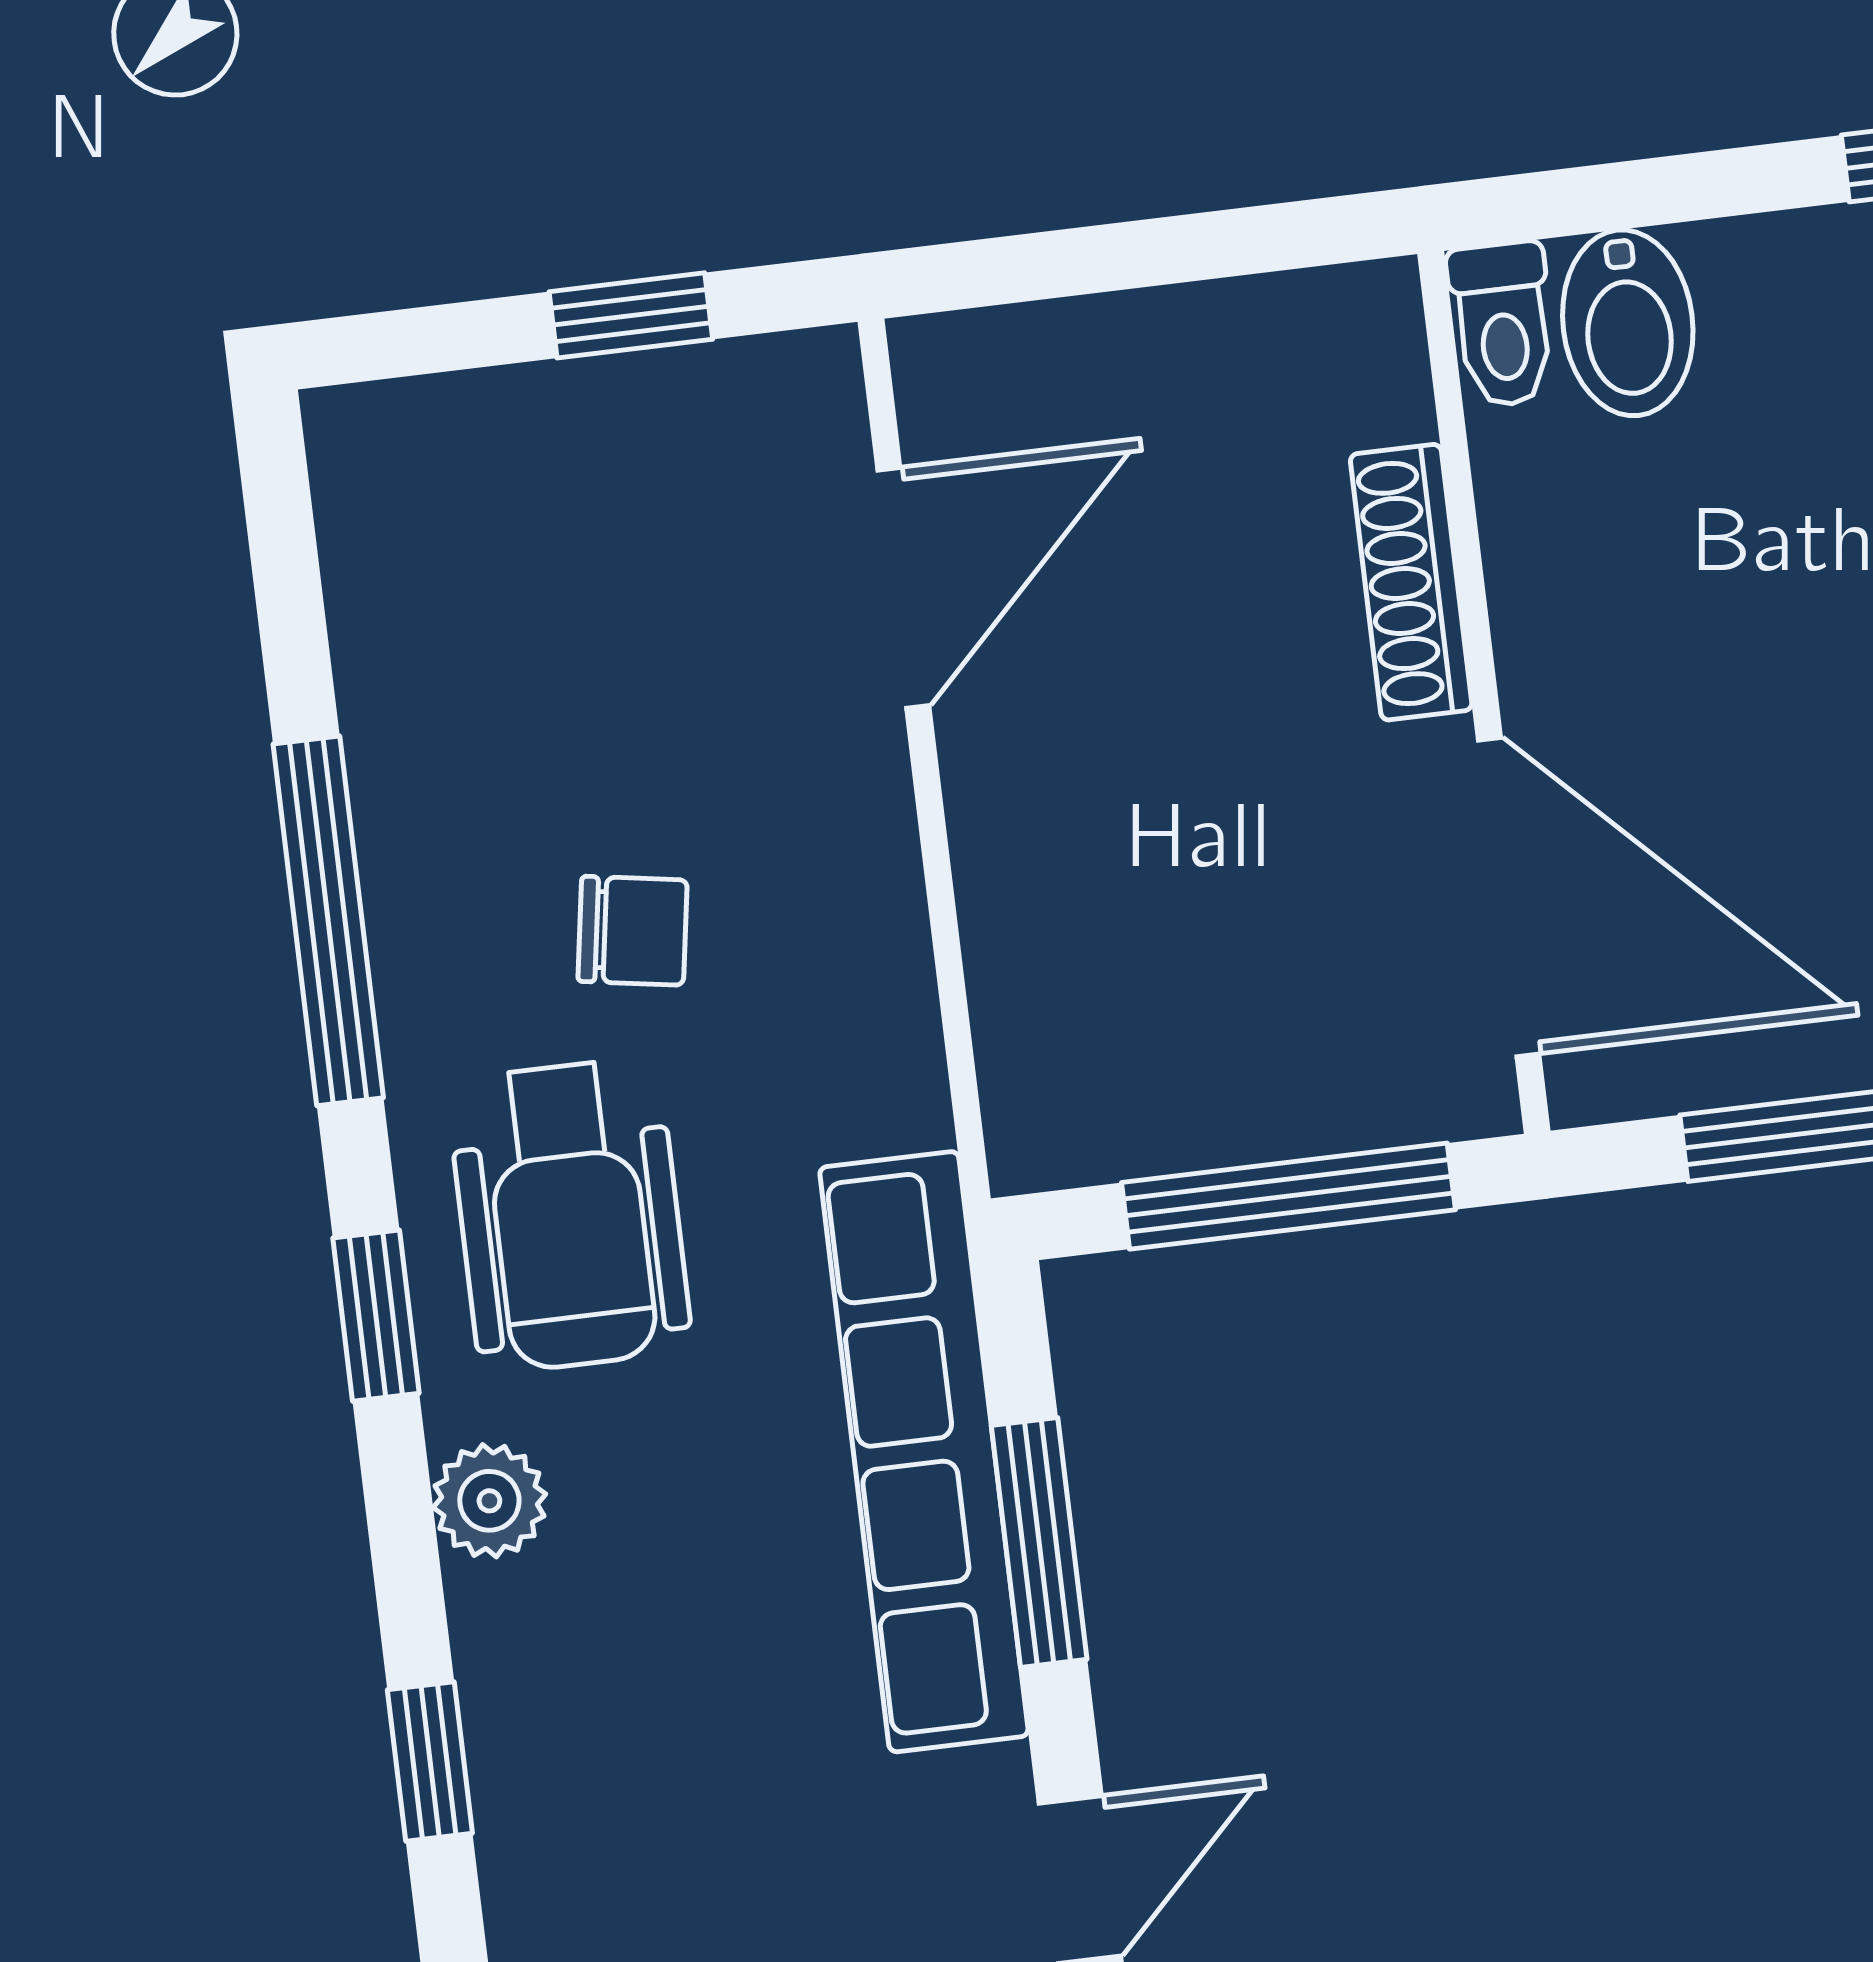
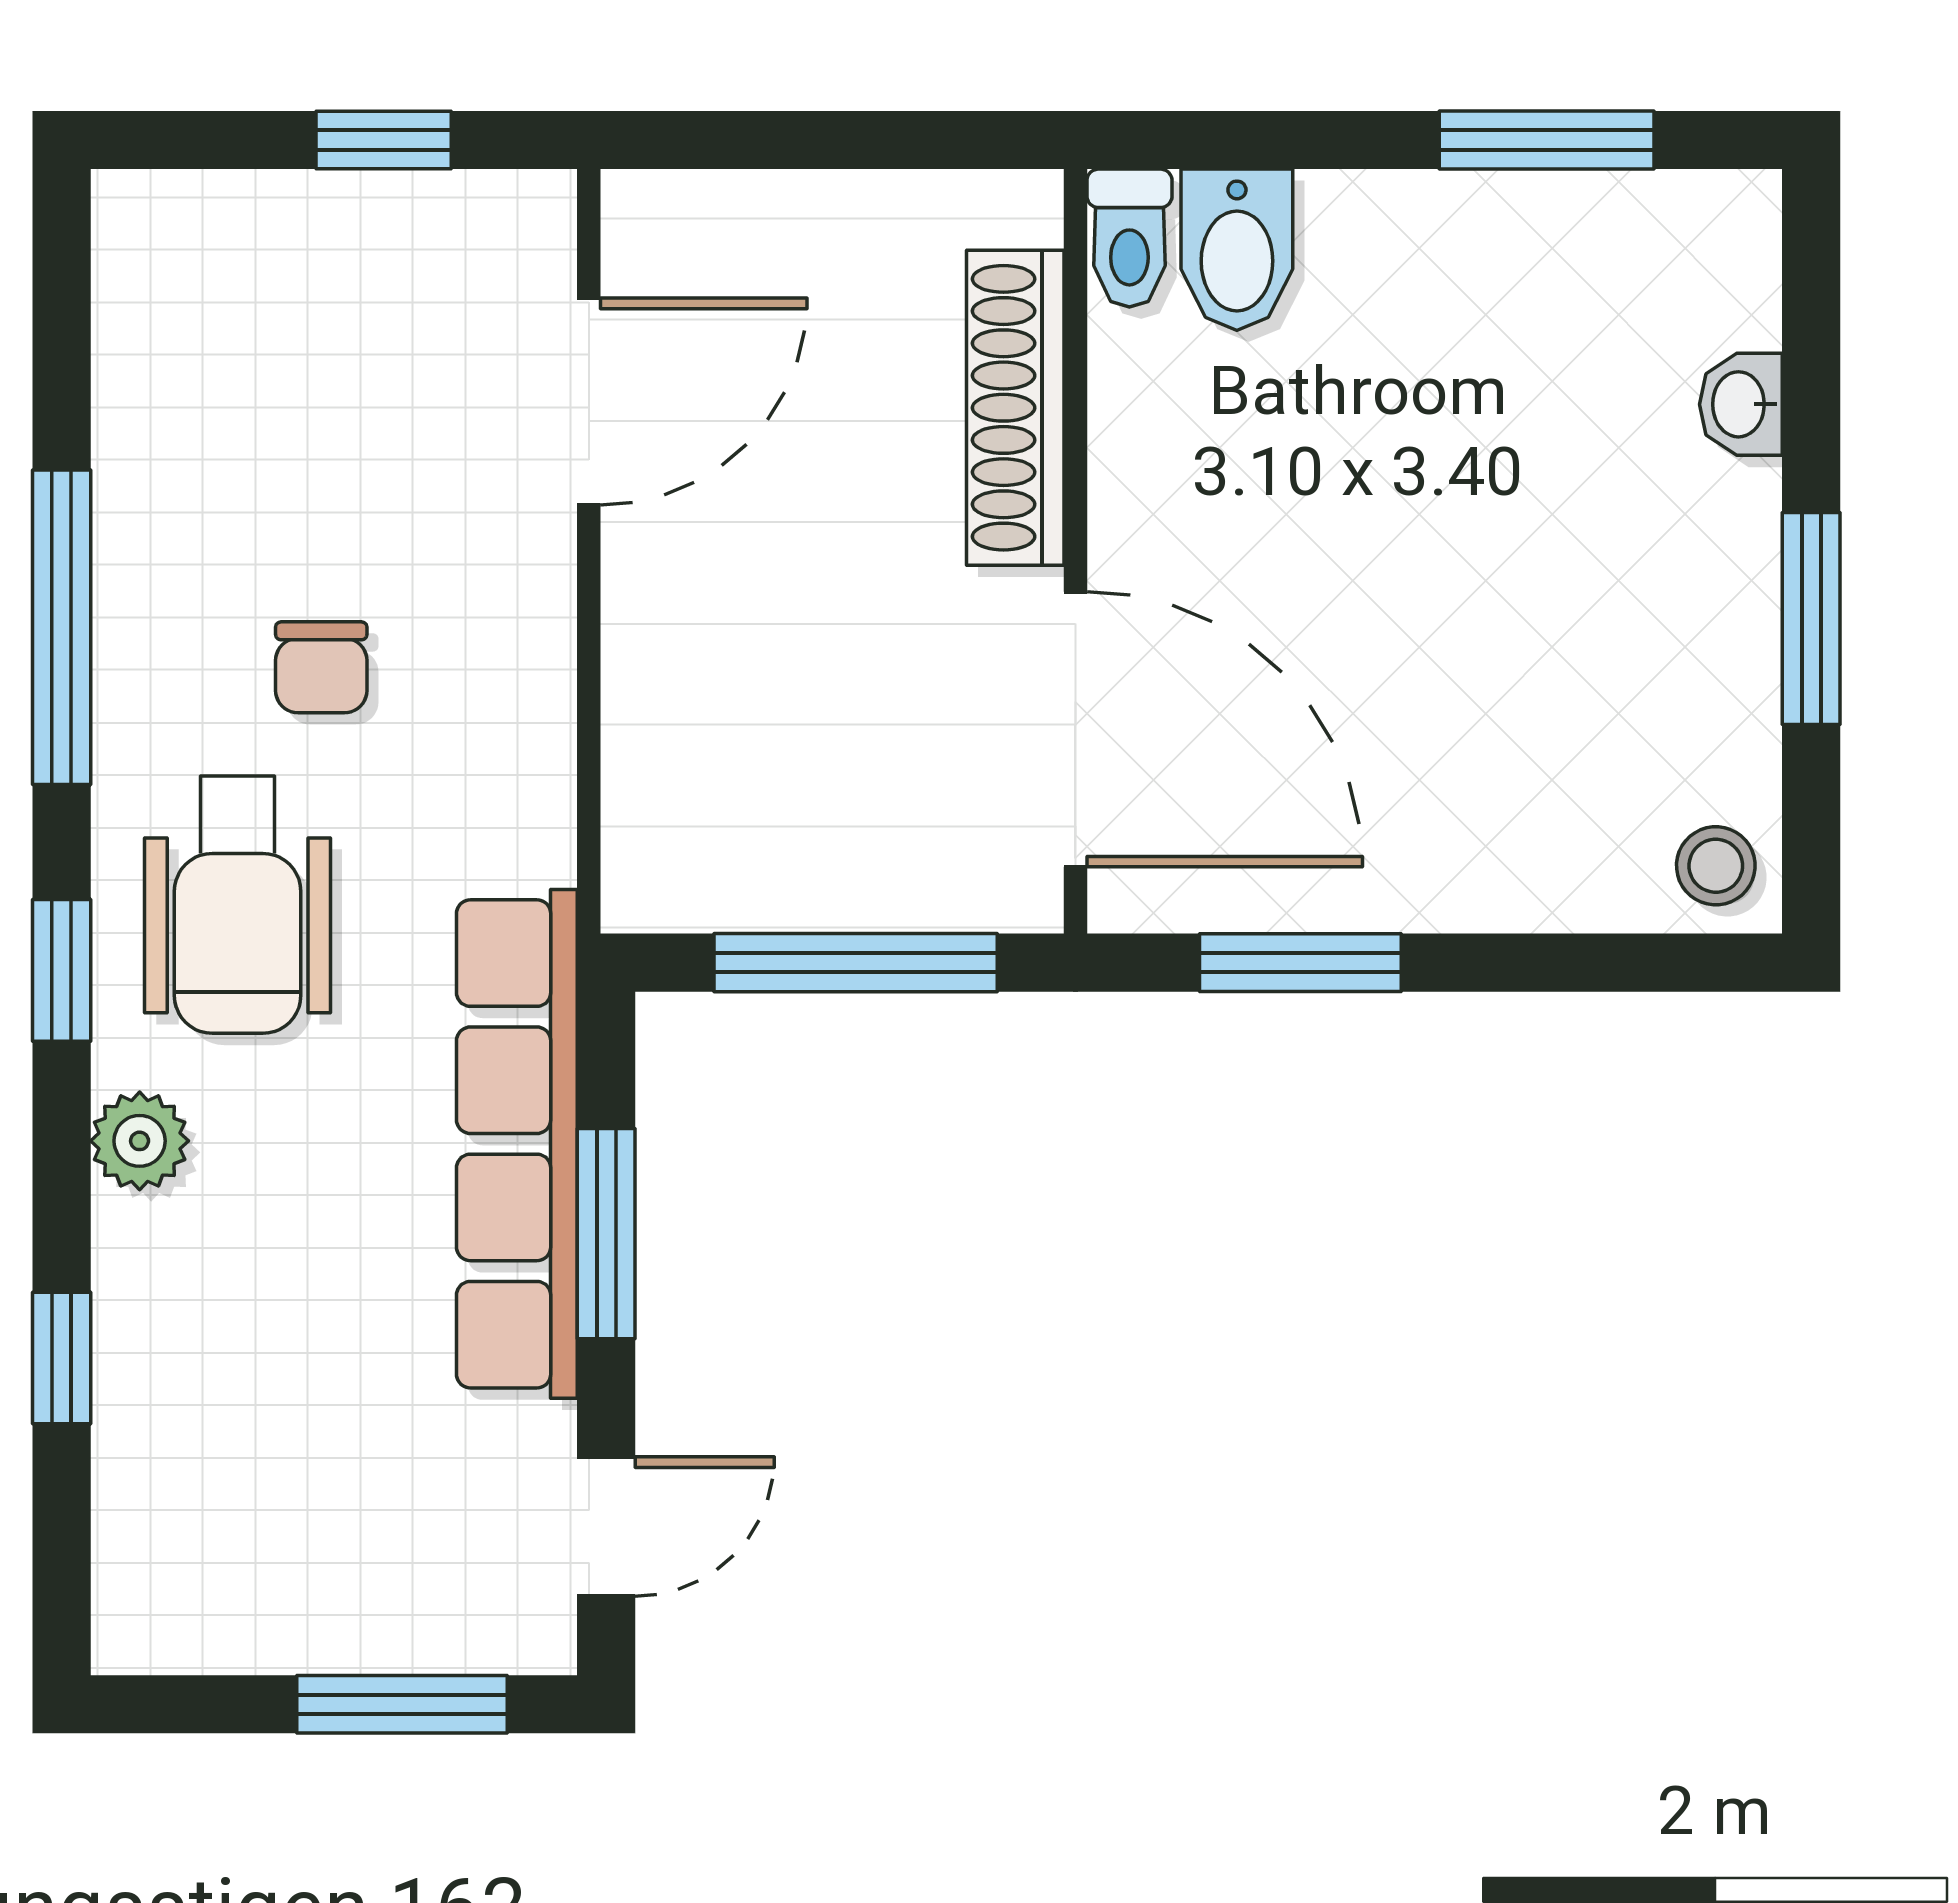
shoe rack: (1411, 582) -> (1015, 408), width x1.36, depth x1.24
chair: (633, 931) -> (321, 667), turned 81

